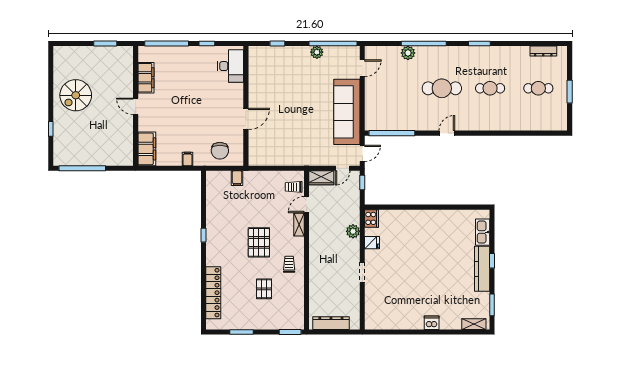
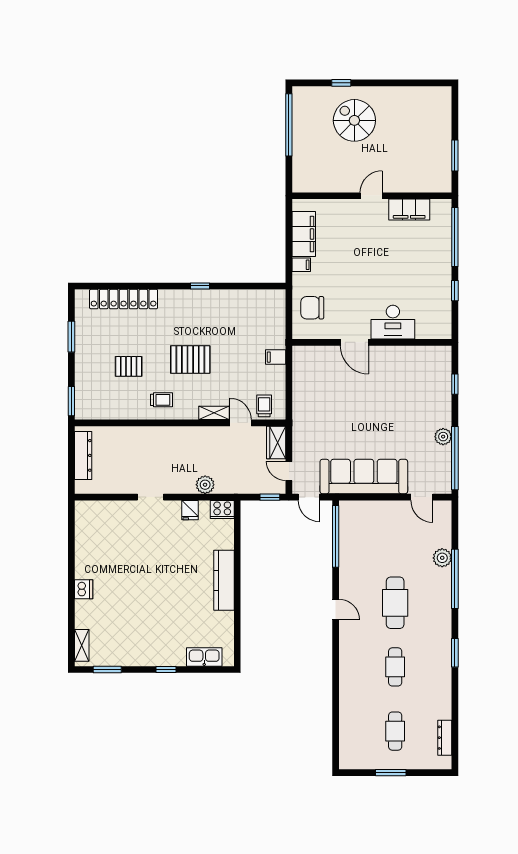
desk: (231, 66) -> (393, 322), moved
spiral stairs: (76, 95) -> (354, 120), moved
filing cabinet: (147, 149) -> (304, 234), moved, turned -90
filing cabinet: (237, 178) -> (276, 357), moved
kitchen counter: (482, 269) -> (224, 580), moved, turned -90

